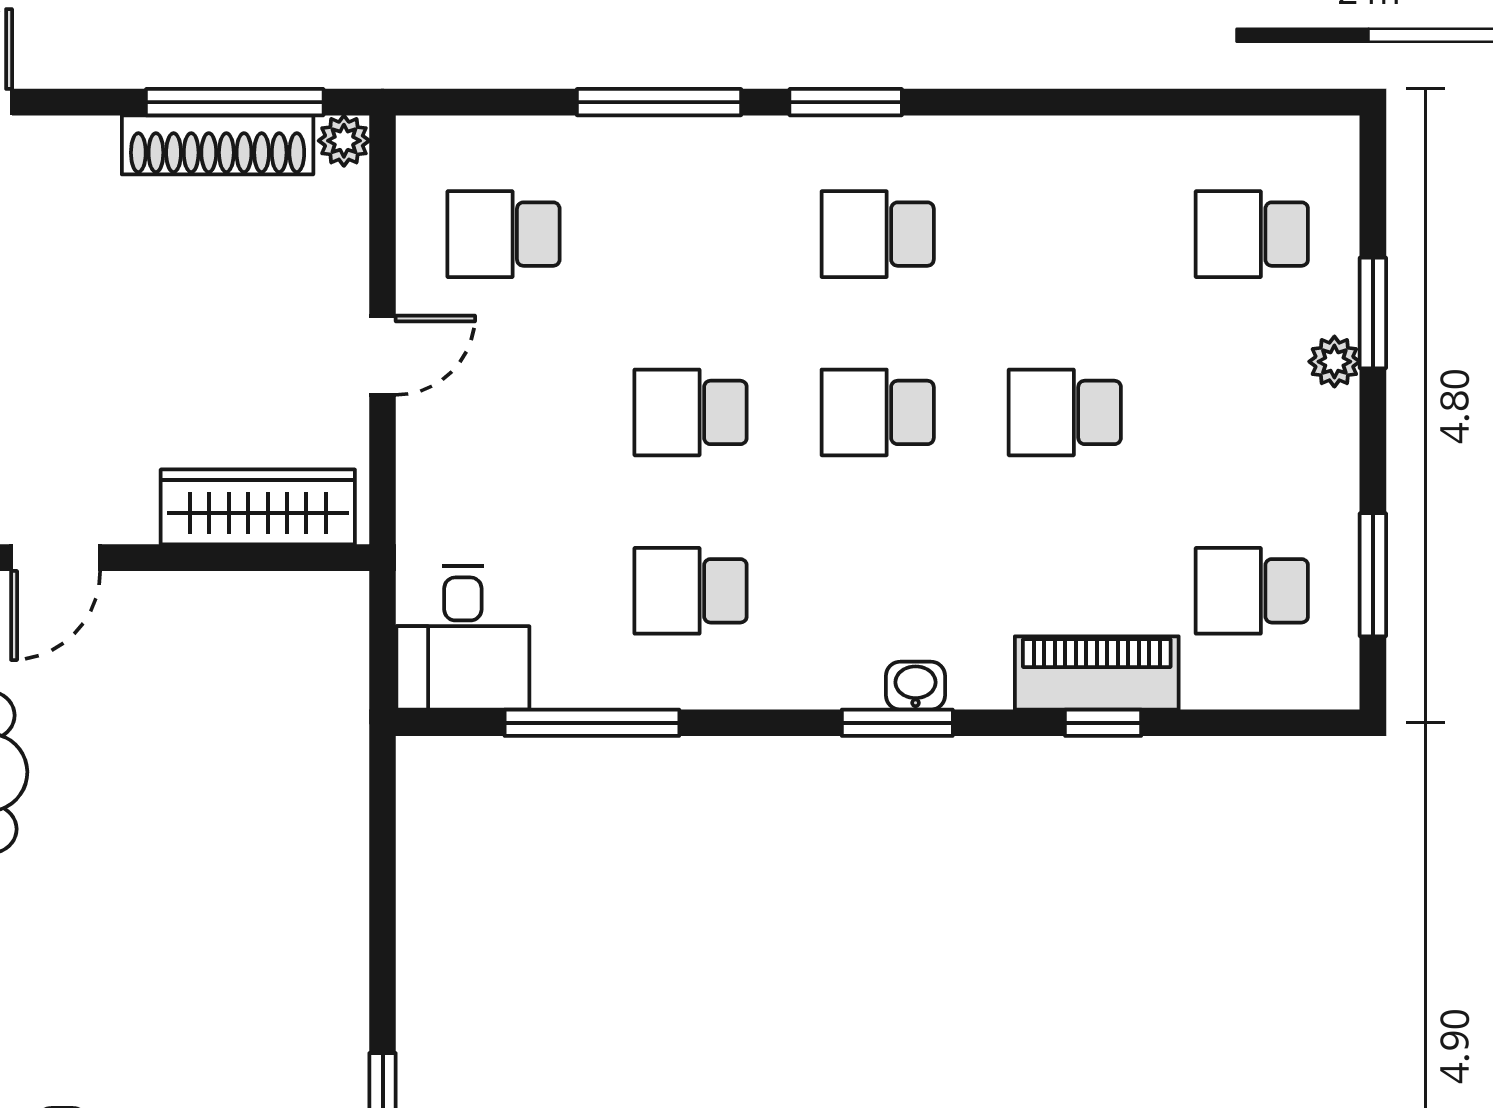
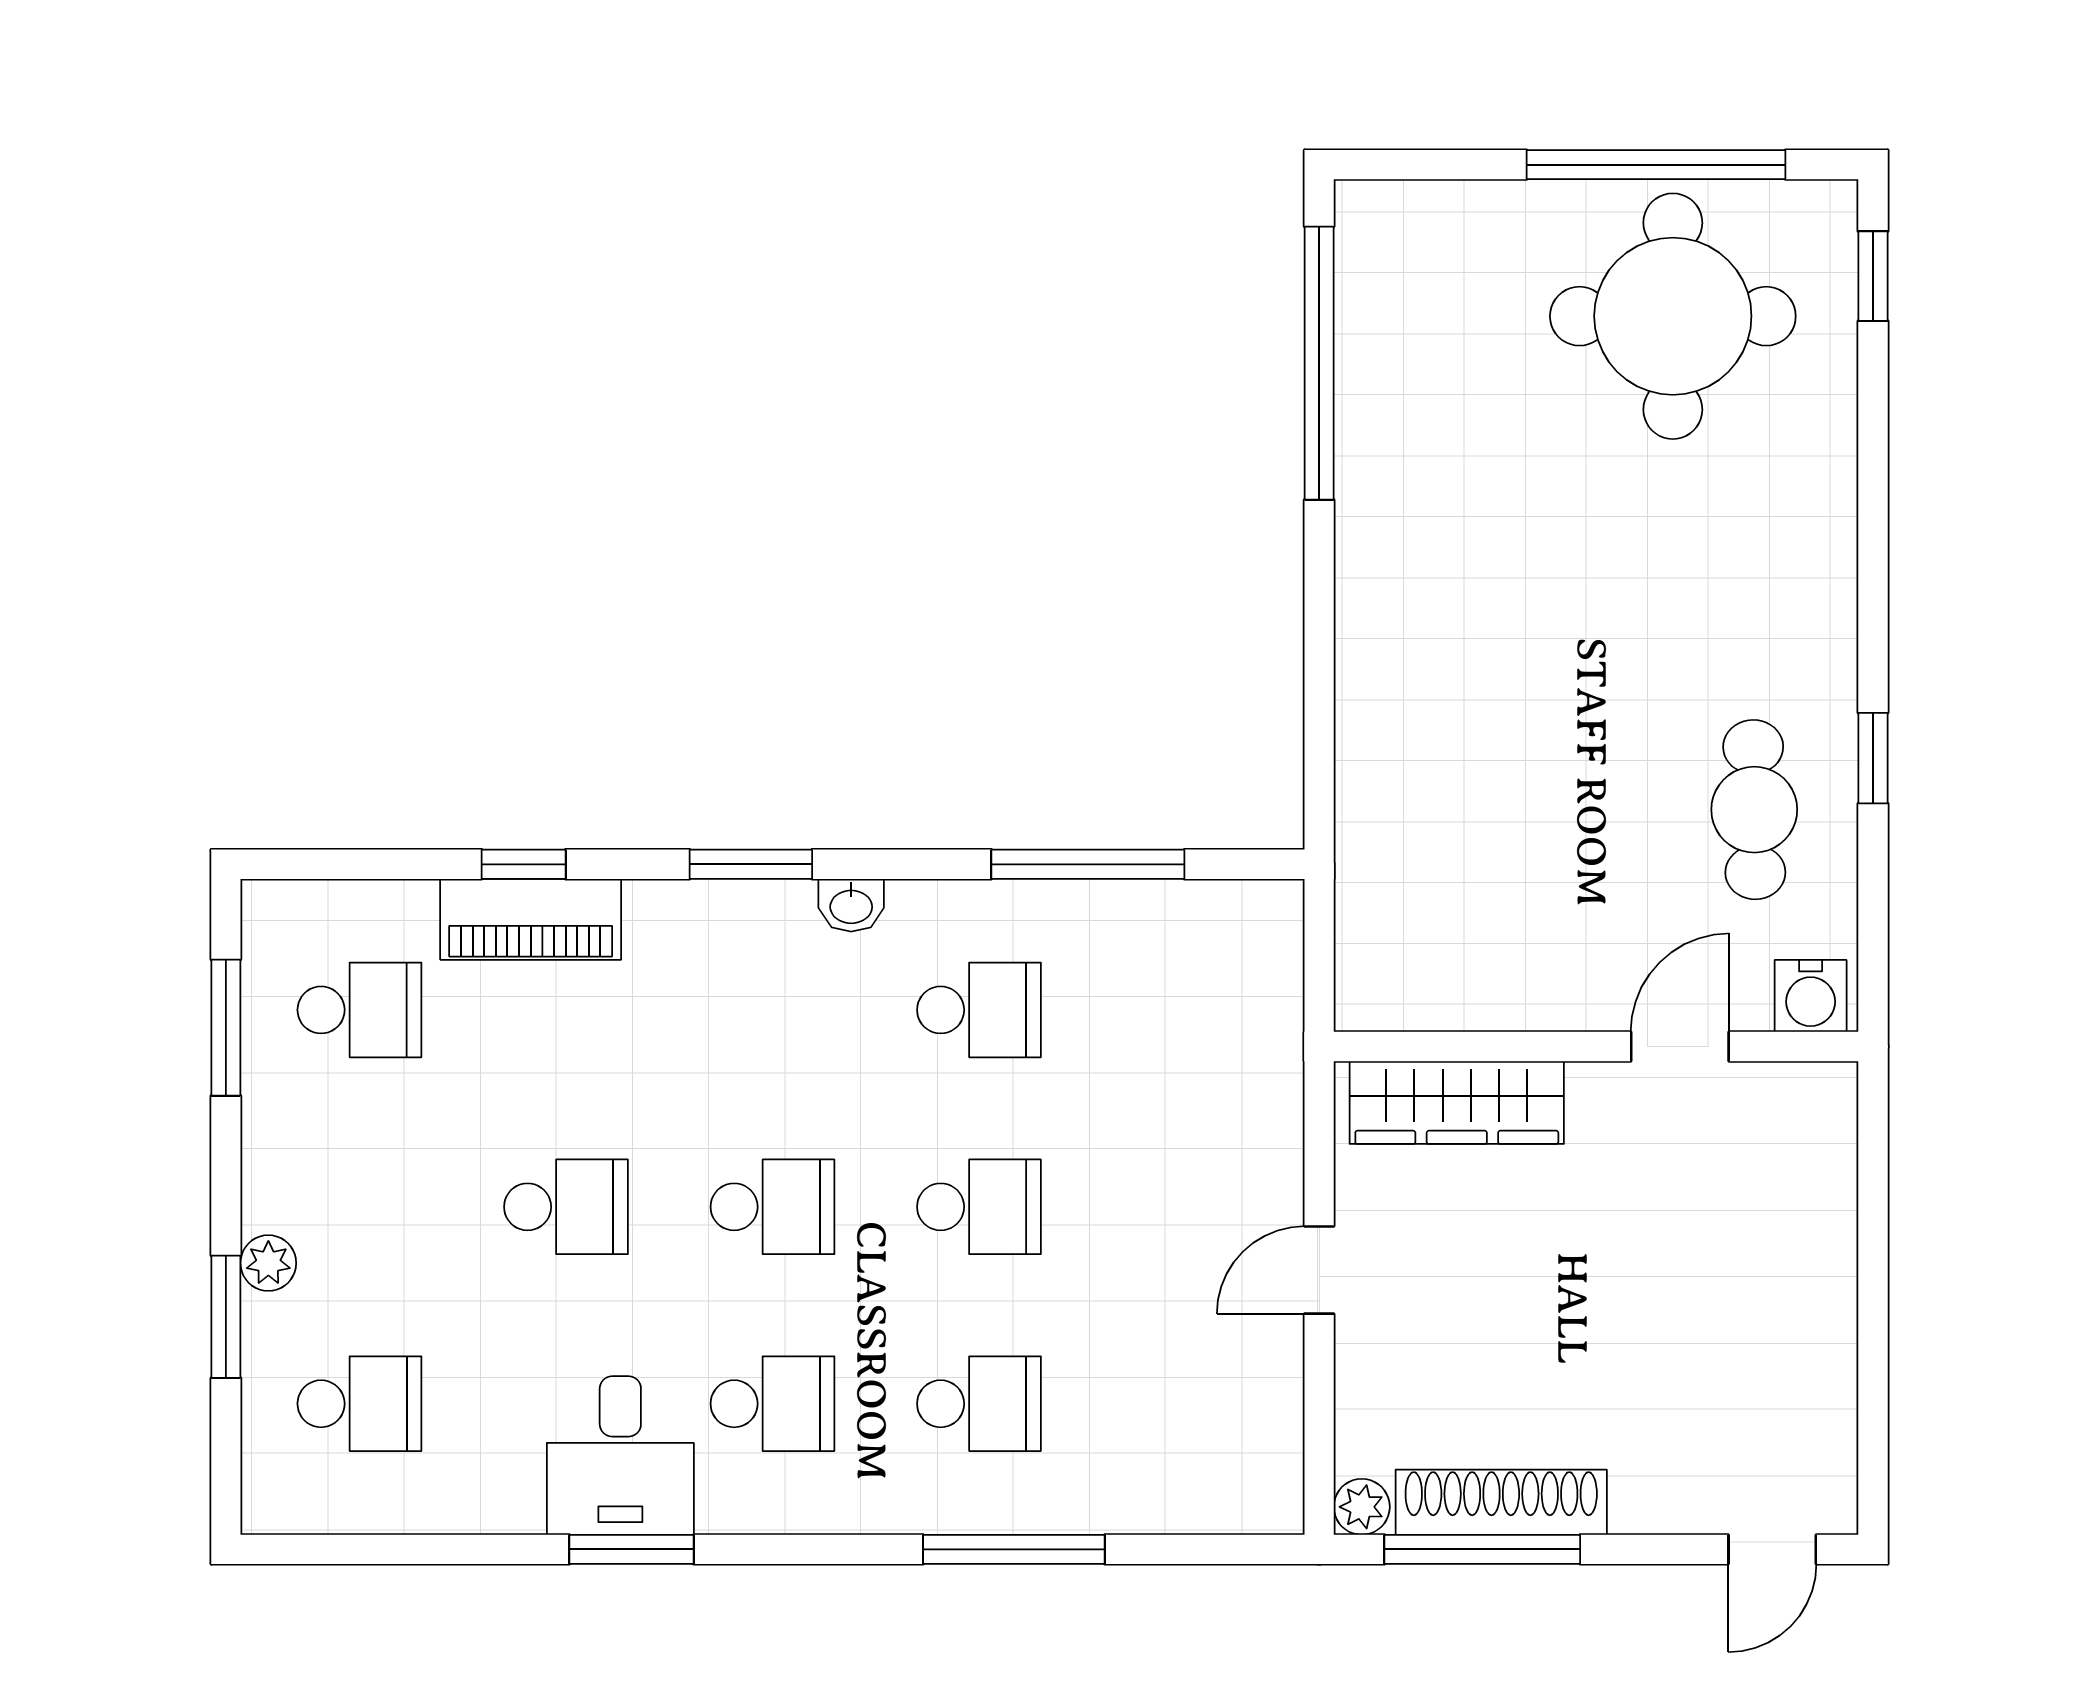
window: (846, 102) -> (631, 1549), moved
school desk: (504, 234) -> (979, 1404), moved
desk: (463, 638) -> (620, 1456), moved, turned 180
washbasin: (916, 686) -> (851, 905), moved

